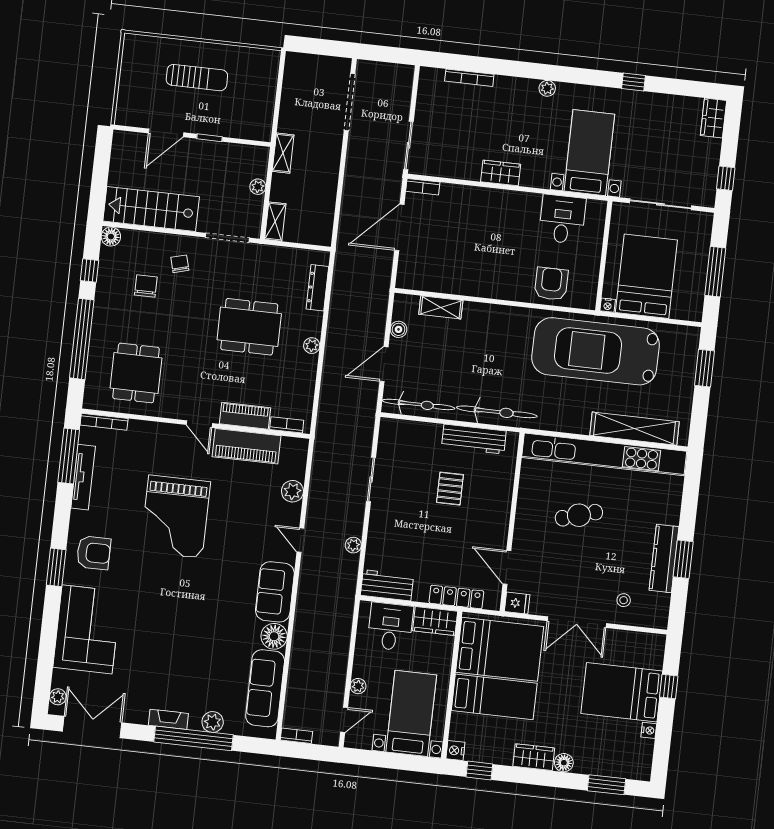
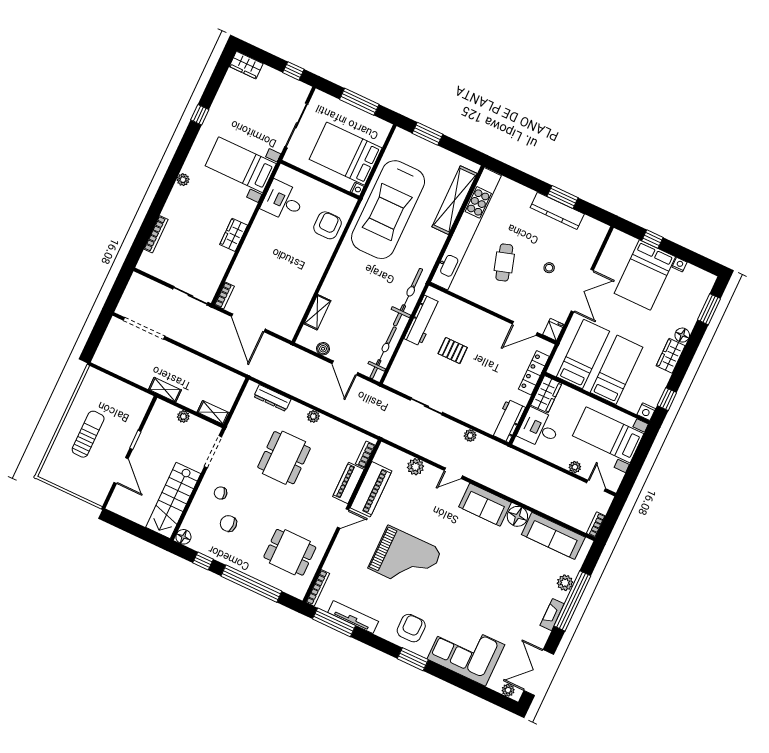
armchair: (551, 284) -> (328, 225), turned 90
stool: (624, 600) -> (549, 268), moved
bed: (500, 649) -> (583, 354), width x0.67

